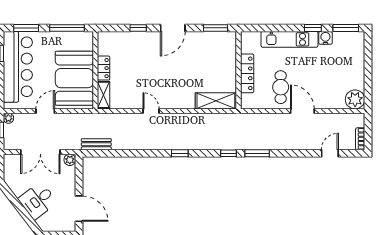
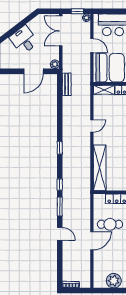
plant: (355, 99) -> (114, 281), moved
shelving: (216, 101) -> (100, 168), width x1.47
double door: (40, 152) -> (61, 31), moved
door: (330, 153) -> (60, 234), moved
door: (79, 209) -> (33, 71), moved

